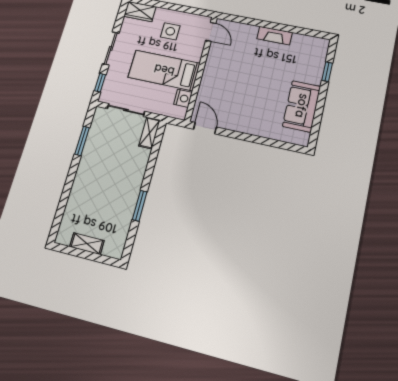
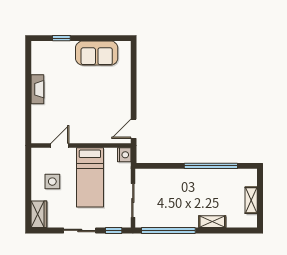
door: (211, 32) -> (60, 145), moved
nightstand: (183, 98) -> (124, 155), moved, turned 90
shelving: (149, 133) -> (212, 222), moved
window: (82, 141) -> (168, 230), width x2.11
window: (140, 206) -> (211, 166), width x2.11

